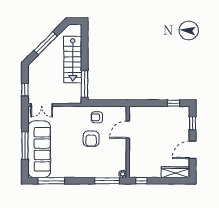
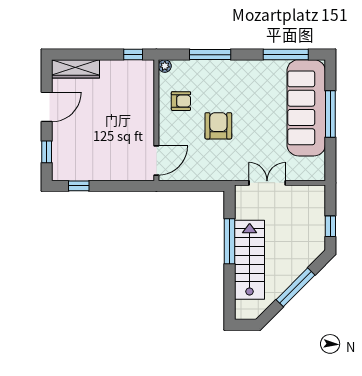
window: (85, 84) -> (229, 241), moved
window: (25, 90) -> (330, 226), moved
double door: (42, 105) -> (267, 183), moved
armchair: (97, 117) -> (181, 101), moved
door: (128, 130) -> (156, 160), moved
window: (107, 181) -> (210, 55), moved

